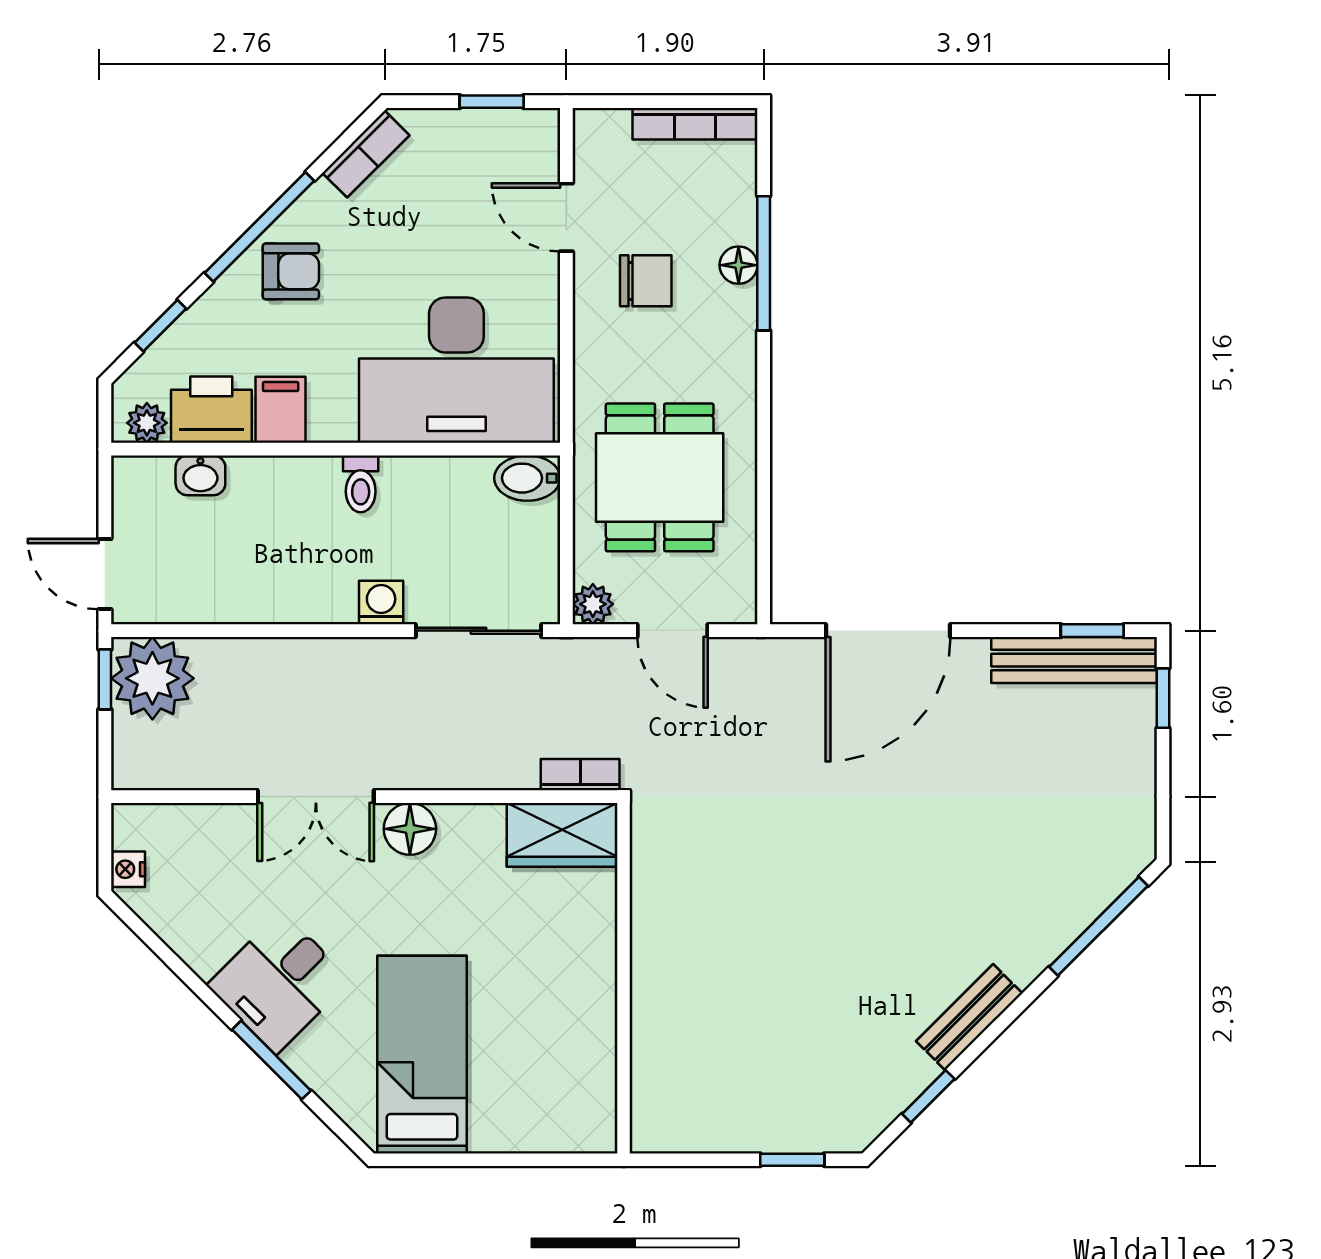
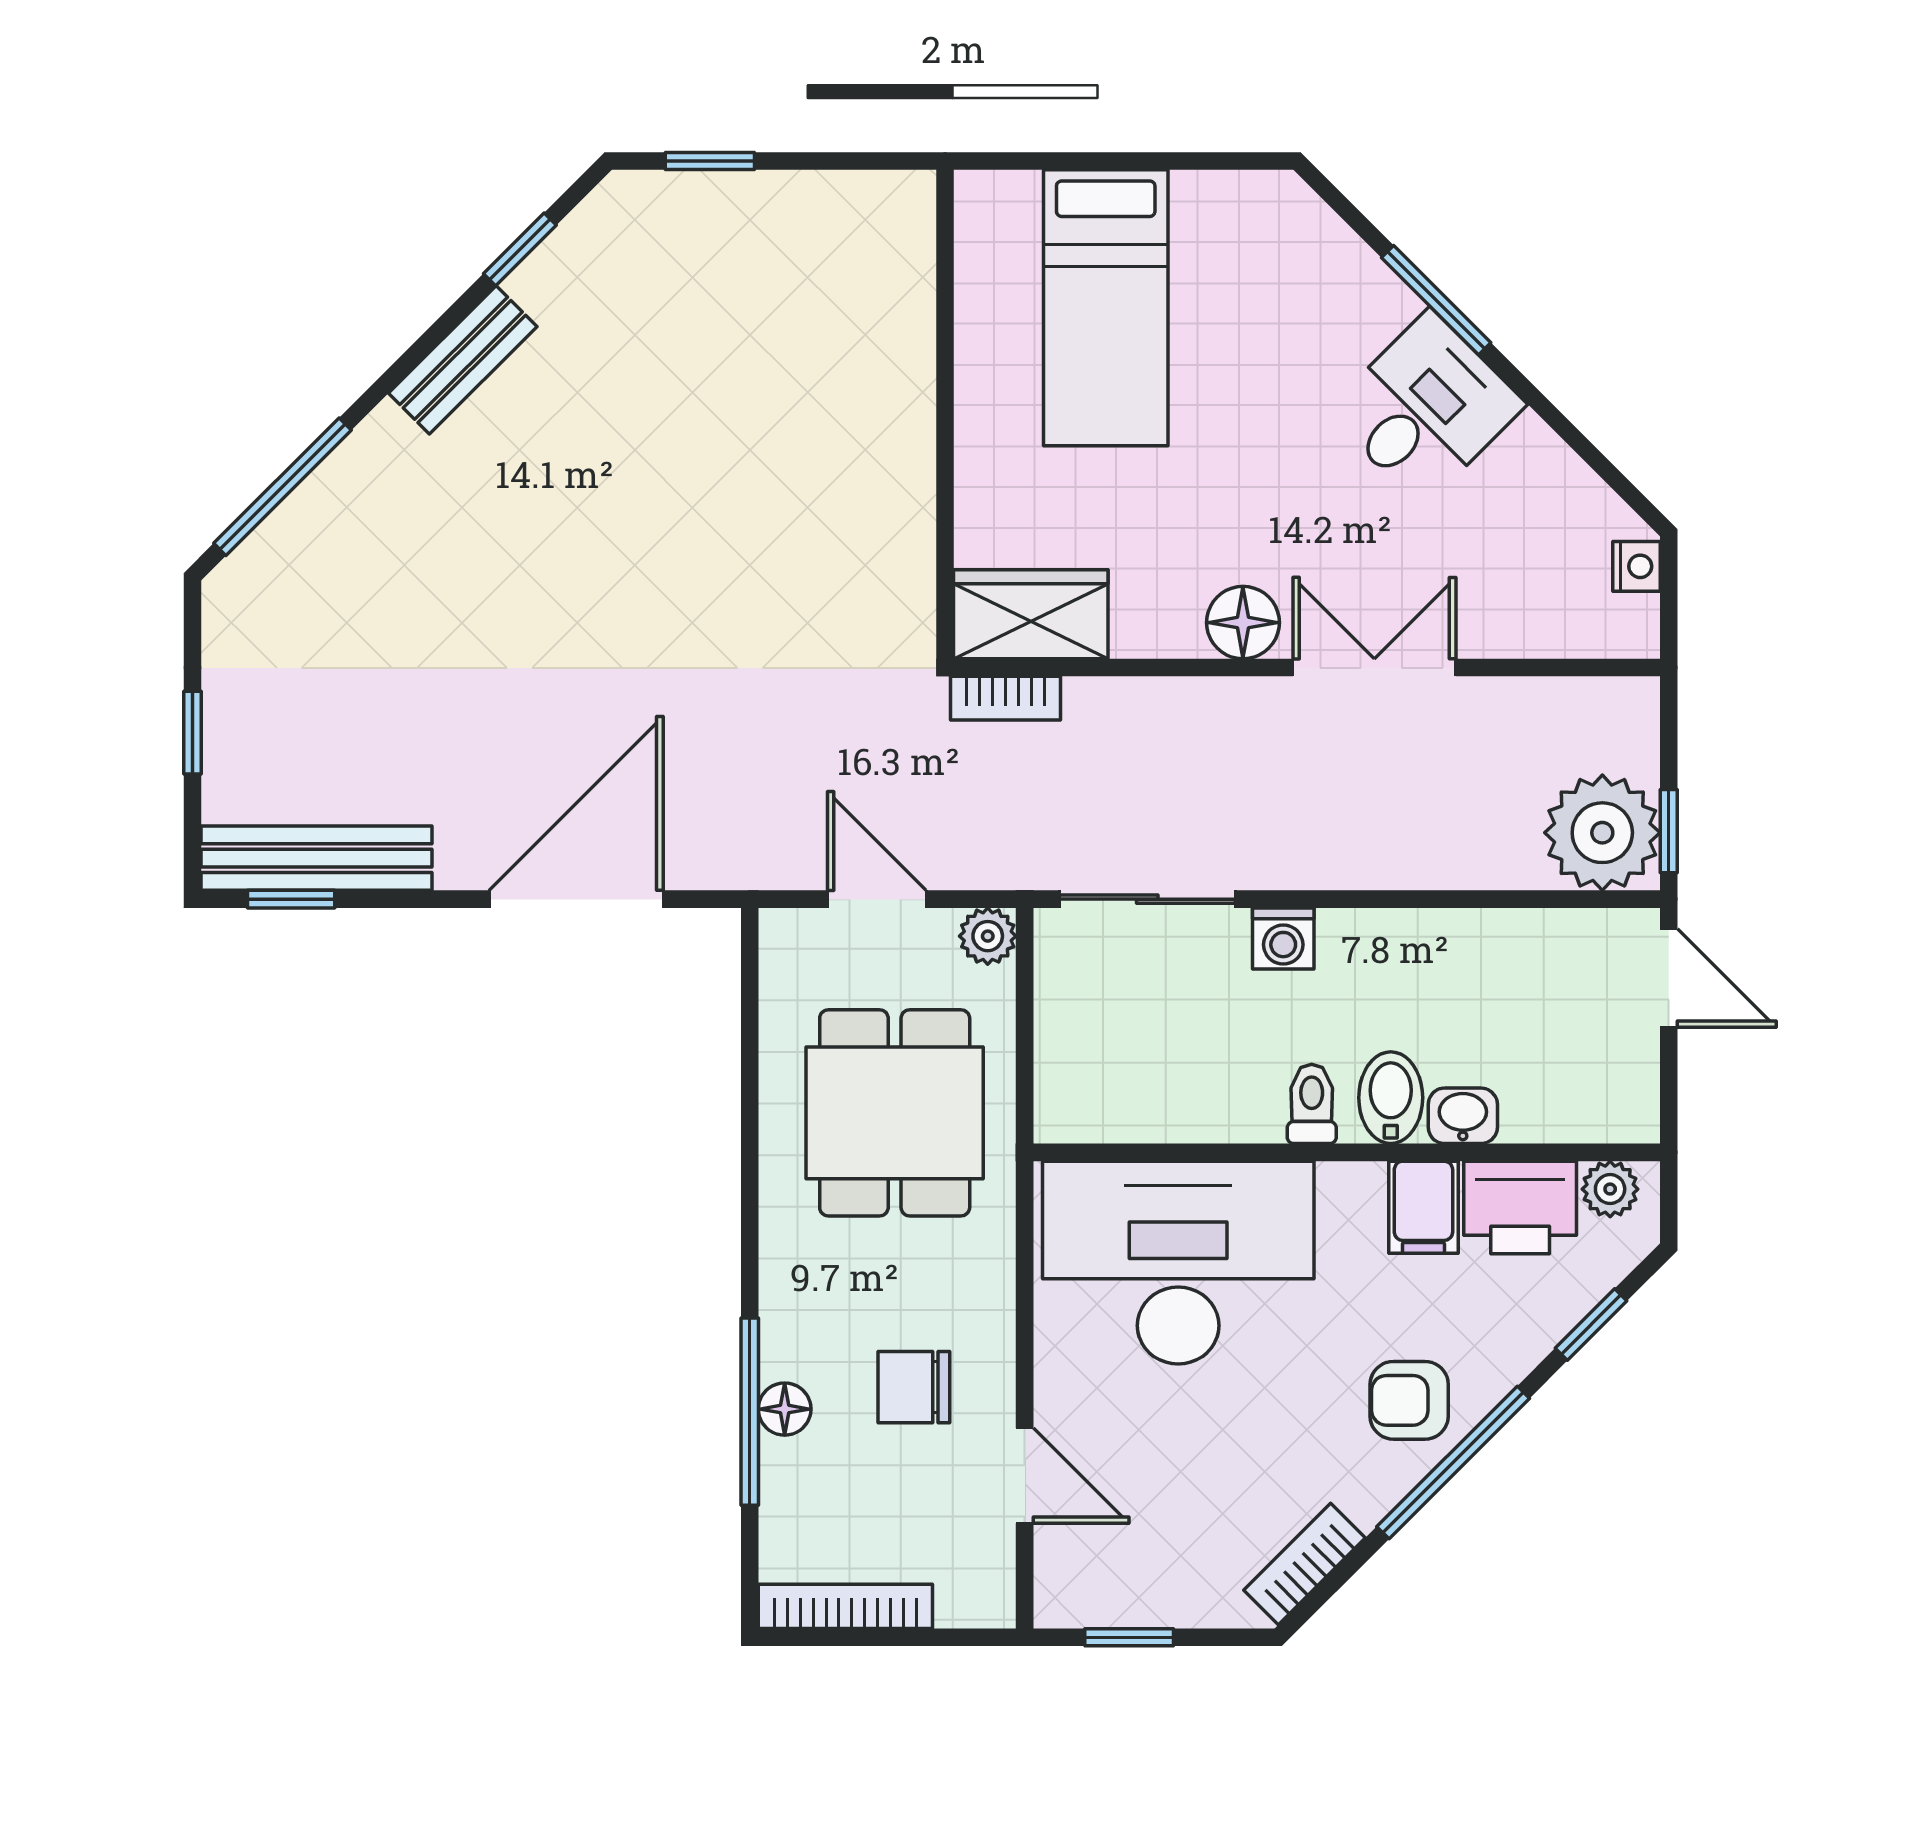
washbasin: (200, 475) -> (1463, 1116), moved
bidet: (527, 478) -> (1391, 1098), moved, turned -90
window: (1163, 698) -> (192, 733), moved
bed: (422, 1055) -> (1106, 308), moved

